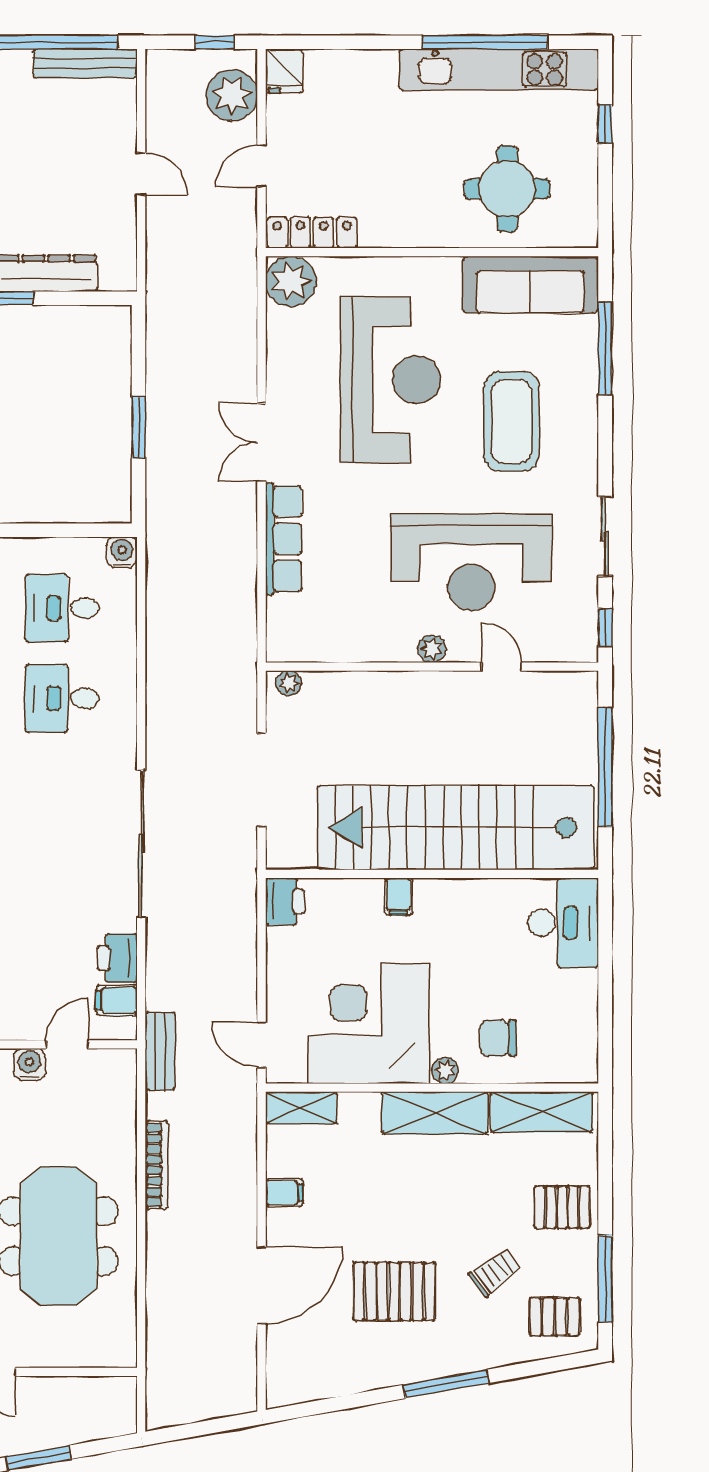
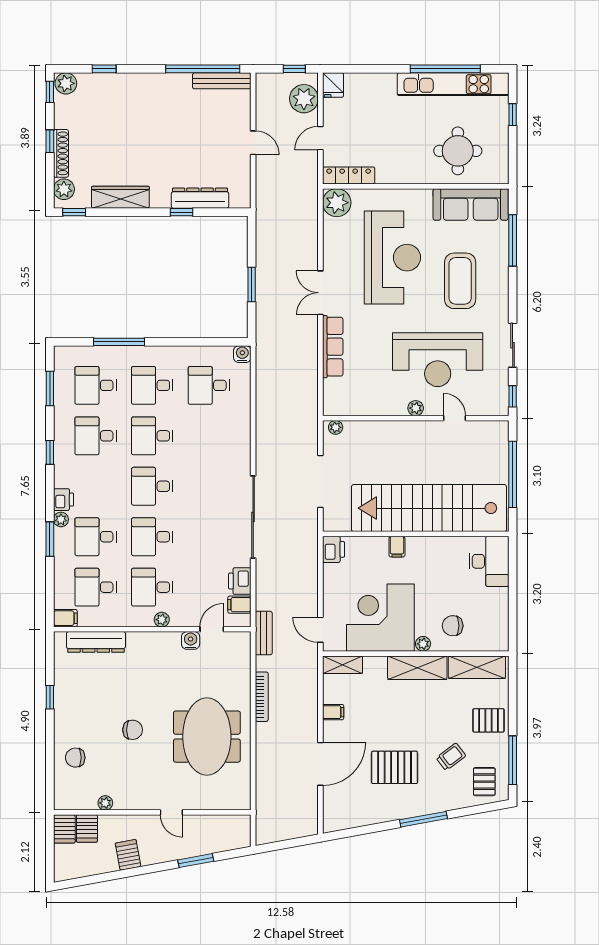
desk: (62, 698) -> (209, 436), removed
pallet: (555, 1317) -> (484, 782), turned 90

